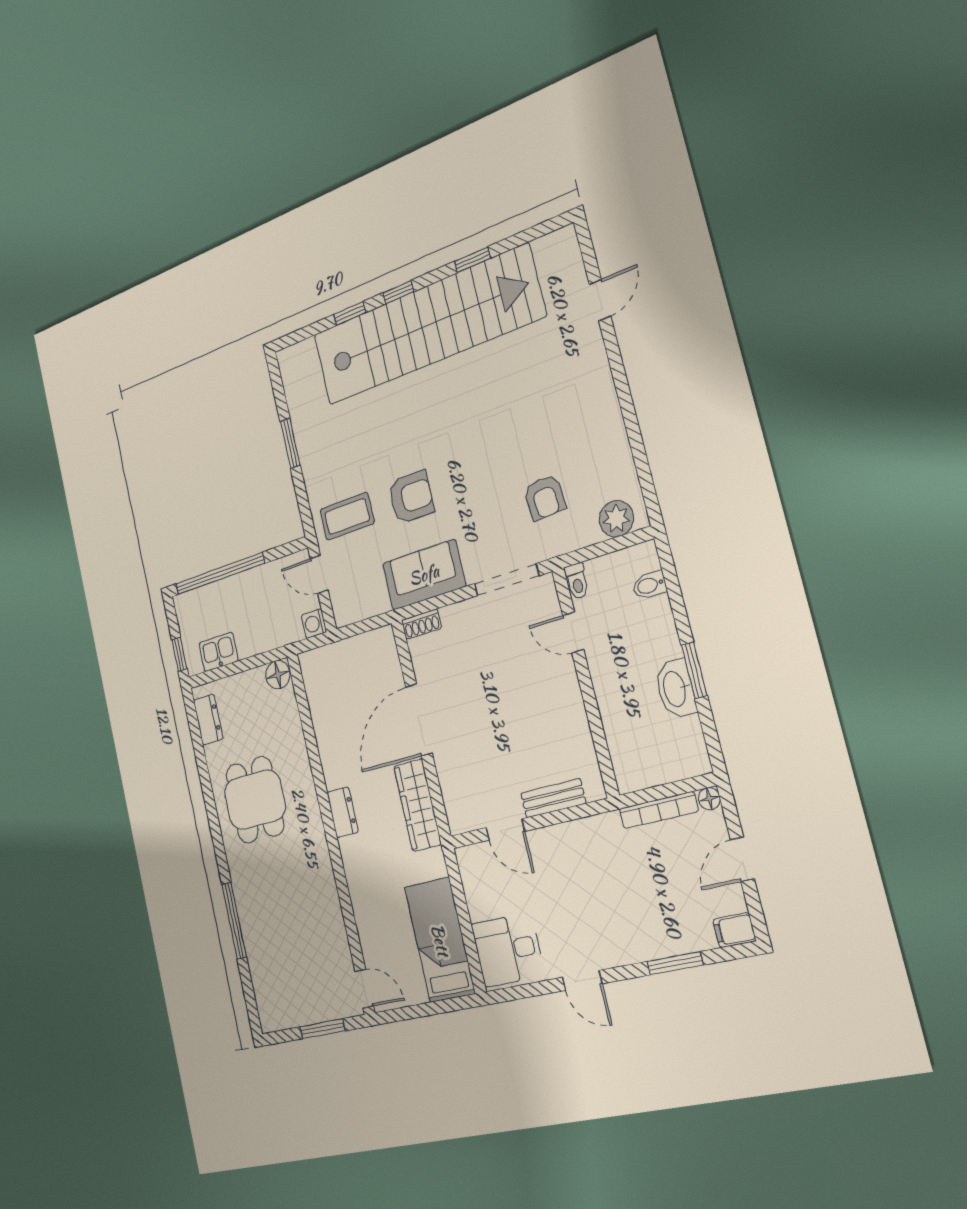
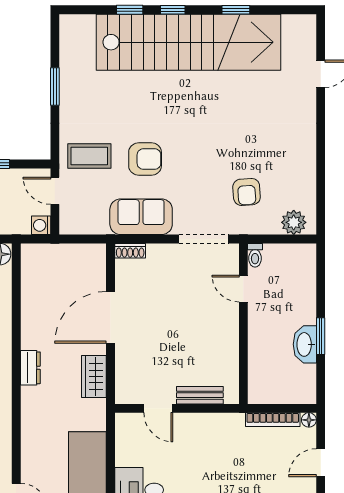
bidet: (650, 585) -> (305, 273), removed
wardrobe: (418, 805) -> (94, 377), width x0.67

